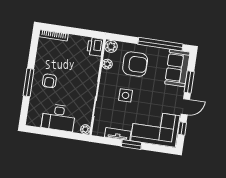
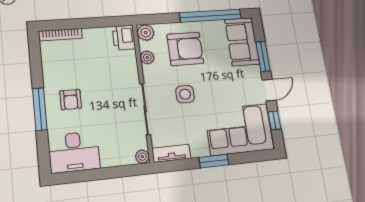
desk: (58, 118) -> (74, 152), moved
tv unit: (118, 134) -> (171, 153), moved

